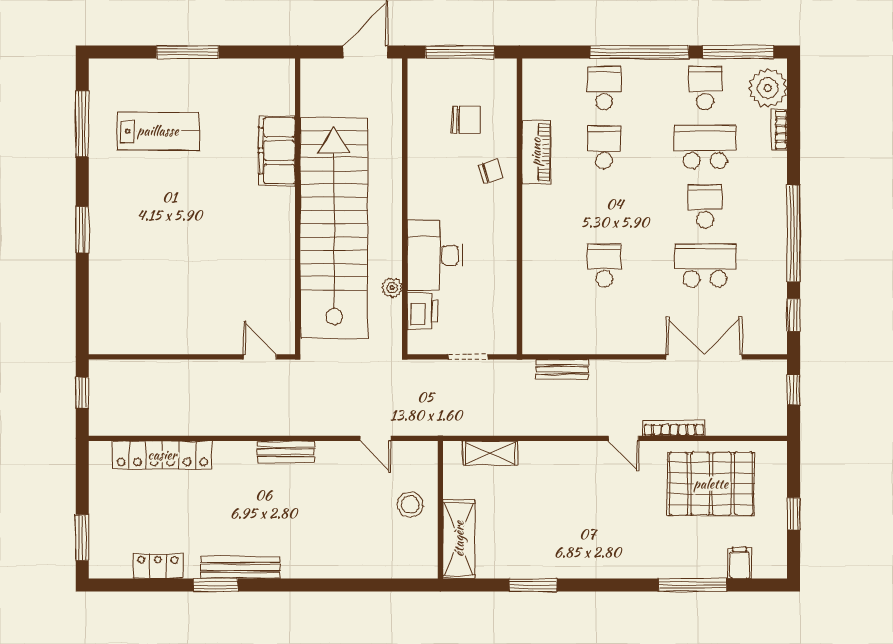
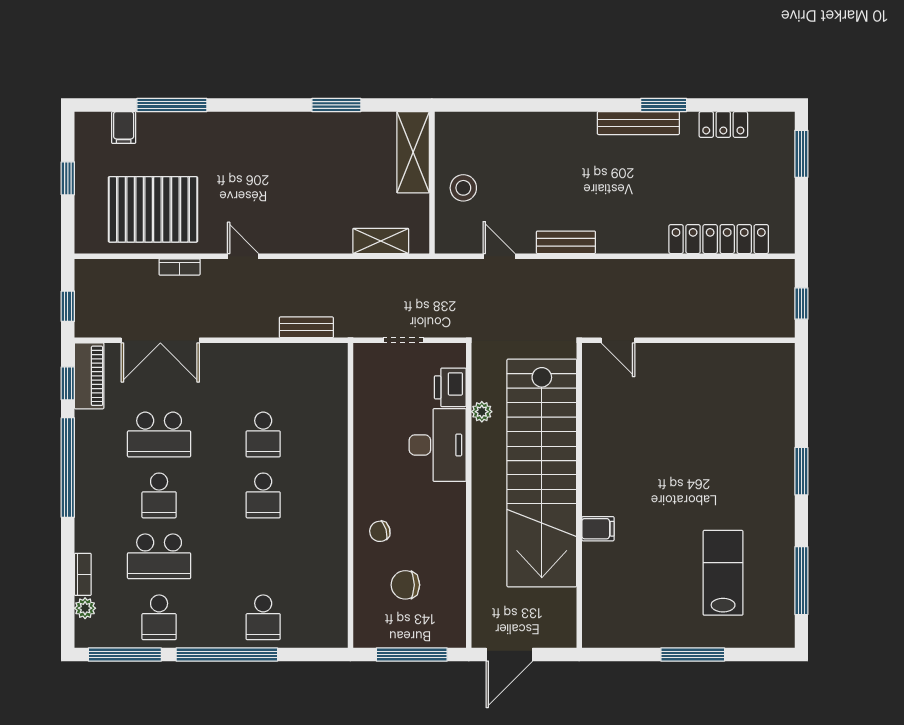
plant: (768, 88) -> (85, 608), width x0.53, depth x0.53
lab bench: (158, 131) -> (723, 573), turned 90
school desk: (604, 147) -> (263, 495), moved
filing cabinet: (277, 151) -> (598, 529), width x0.33, depth x0.86
piano: (536, 152) -> (89, 376), moved, turned 180
bookcase: (674, 428) -> (180, 267), width x0.64
bench: (286, 452) -> (566, 242), moved

